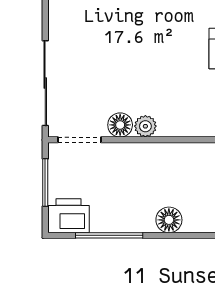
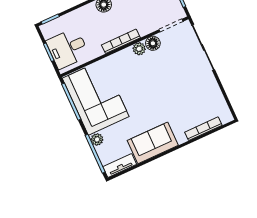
bookcase: (168, 151) -> (121, 41), added

